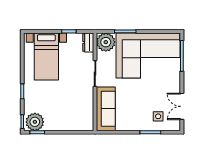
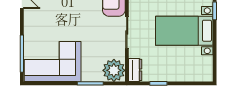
corner sofa: (148, 55) -> (53, 61), width x0.73, depth x0.74
bed with nightstands: (46, 56) -> (184, 31), moved, turned -90

